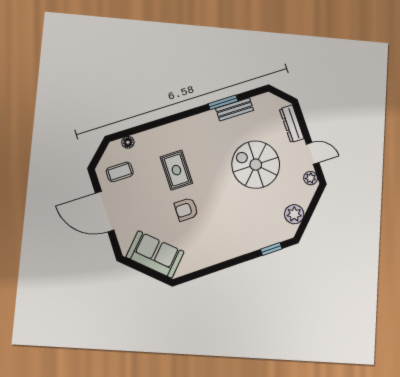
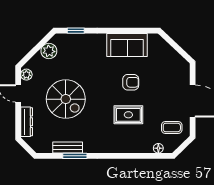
rug: (176, 170) -> (128, 115), turned 90
sofa: (155, 254) -> (127, 45), moved, turned -43

